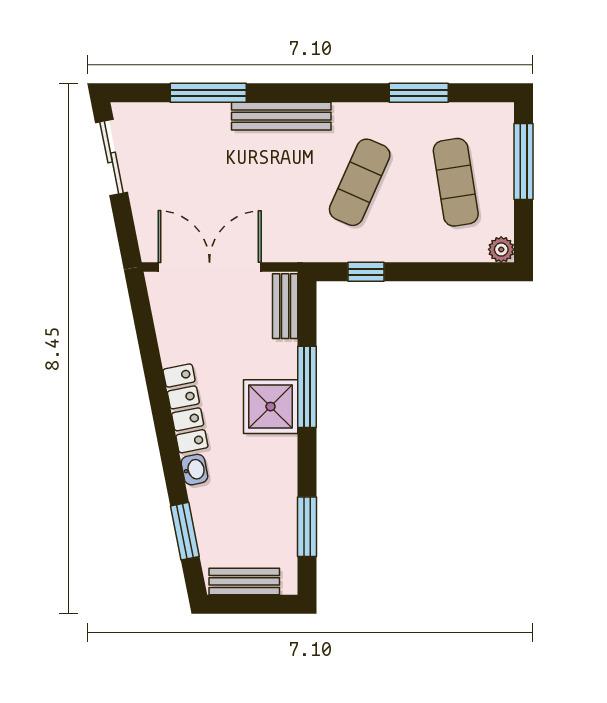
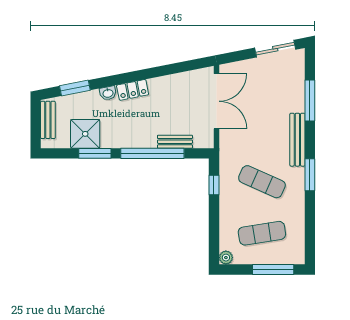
window: (419, 93) -> (310, 175), moved
bench: (285, 306) -> (175, 142), moved
window: (307, 387) -> (152, 153), width x1.46
shower: (271, 407) -> (85, 134), moved
locker: (185, 408) -> (133, 90), width x0.66
window: (307, 527) -> (95, 153), moved

